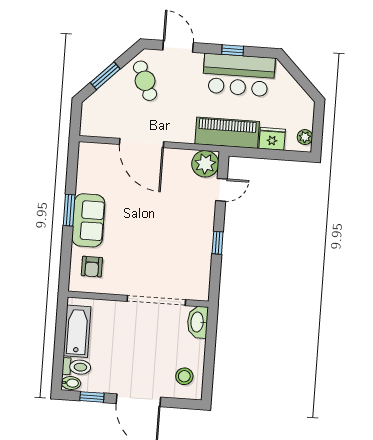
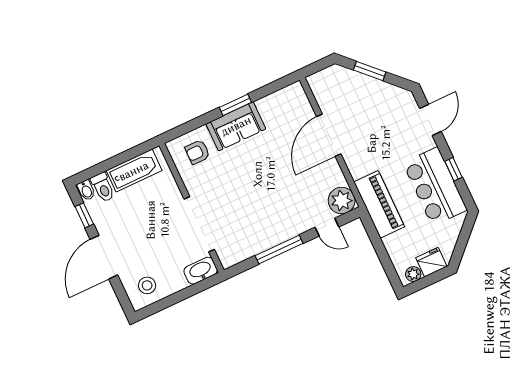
cafe table: (145, 81) -> (385, 108), removed
fridge: (272, 139) -> (431, 262), moved, turned -90
window: (218, 243) -> (279, 250), width x2.17

